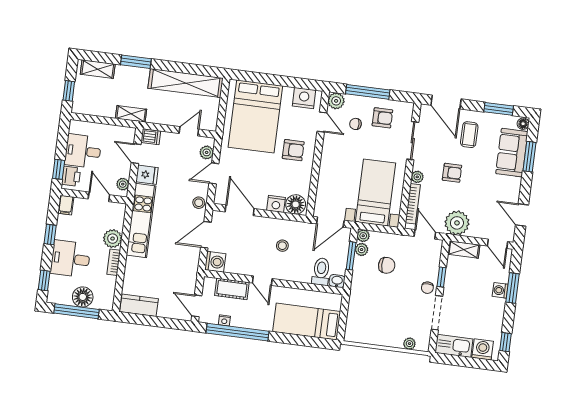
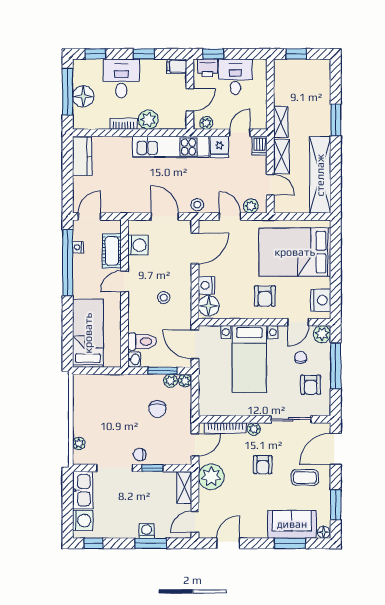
shelving: (98, 69) -> (282, 156), moved
bed with nightstands: (376, 193) -> (249, 359), moved, turned 90
washing machine: (215, 262) -> (138, 245), moved, turned -90

